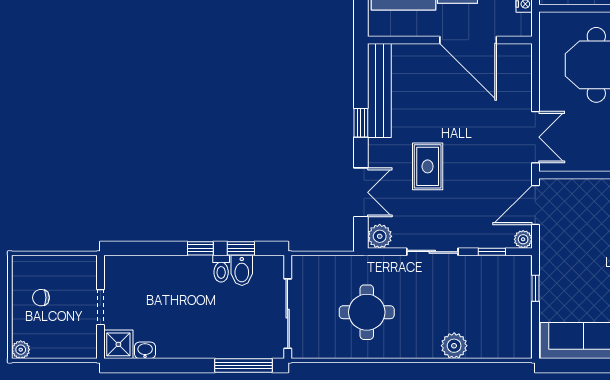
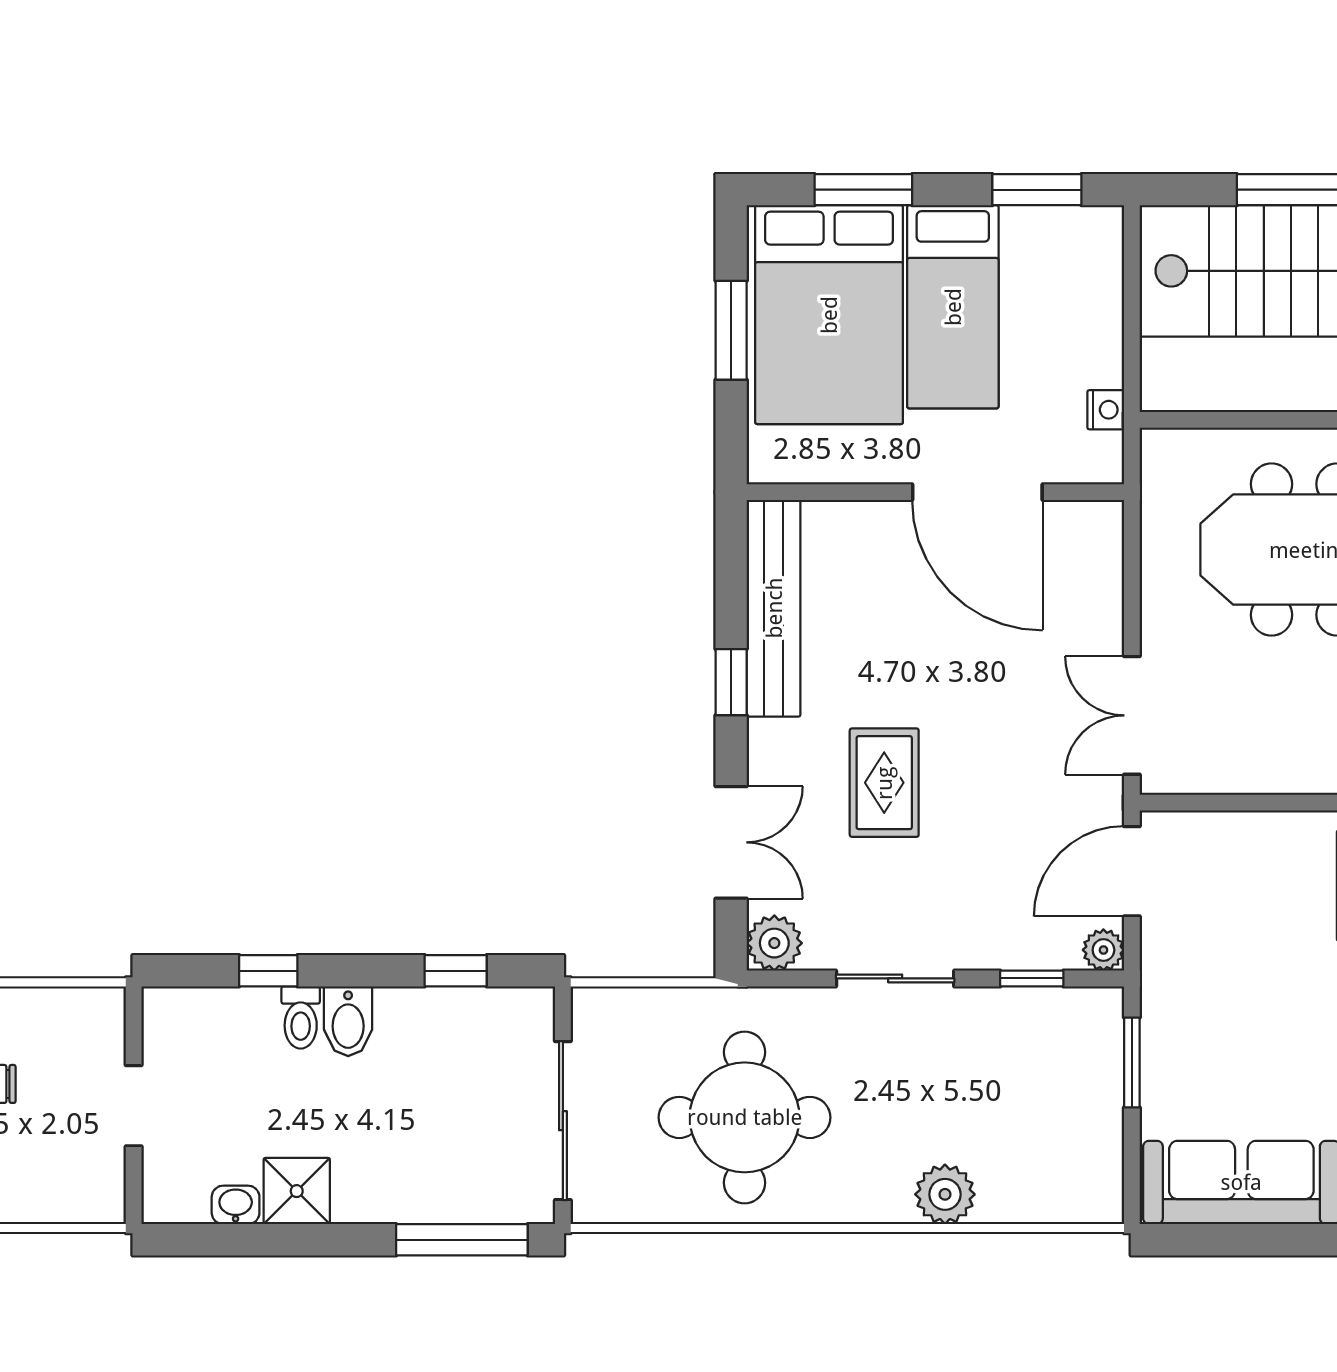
double door: (535, 137) -> (1132, 715), swing flipped
window: (200, 248) -> (268, 971), moved
toilet: (221, 269) -> (301, 1017), moved
bidet: (242, 270) -> (348, 1021), moved
window: (535, 288) -> (1132, 1062), width x1.50
round table: (367, 312) -> (745, 1117), width x1.36, depth x1.36
shower: (118, 344) -> (297, 1191), moved

